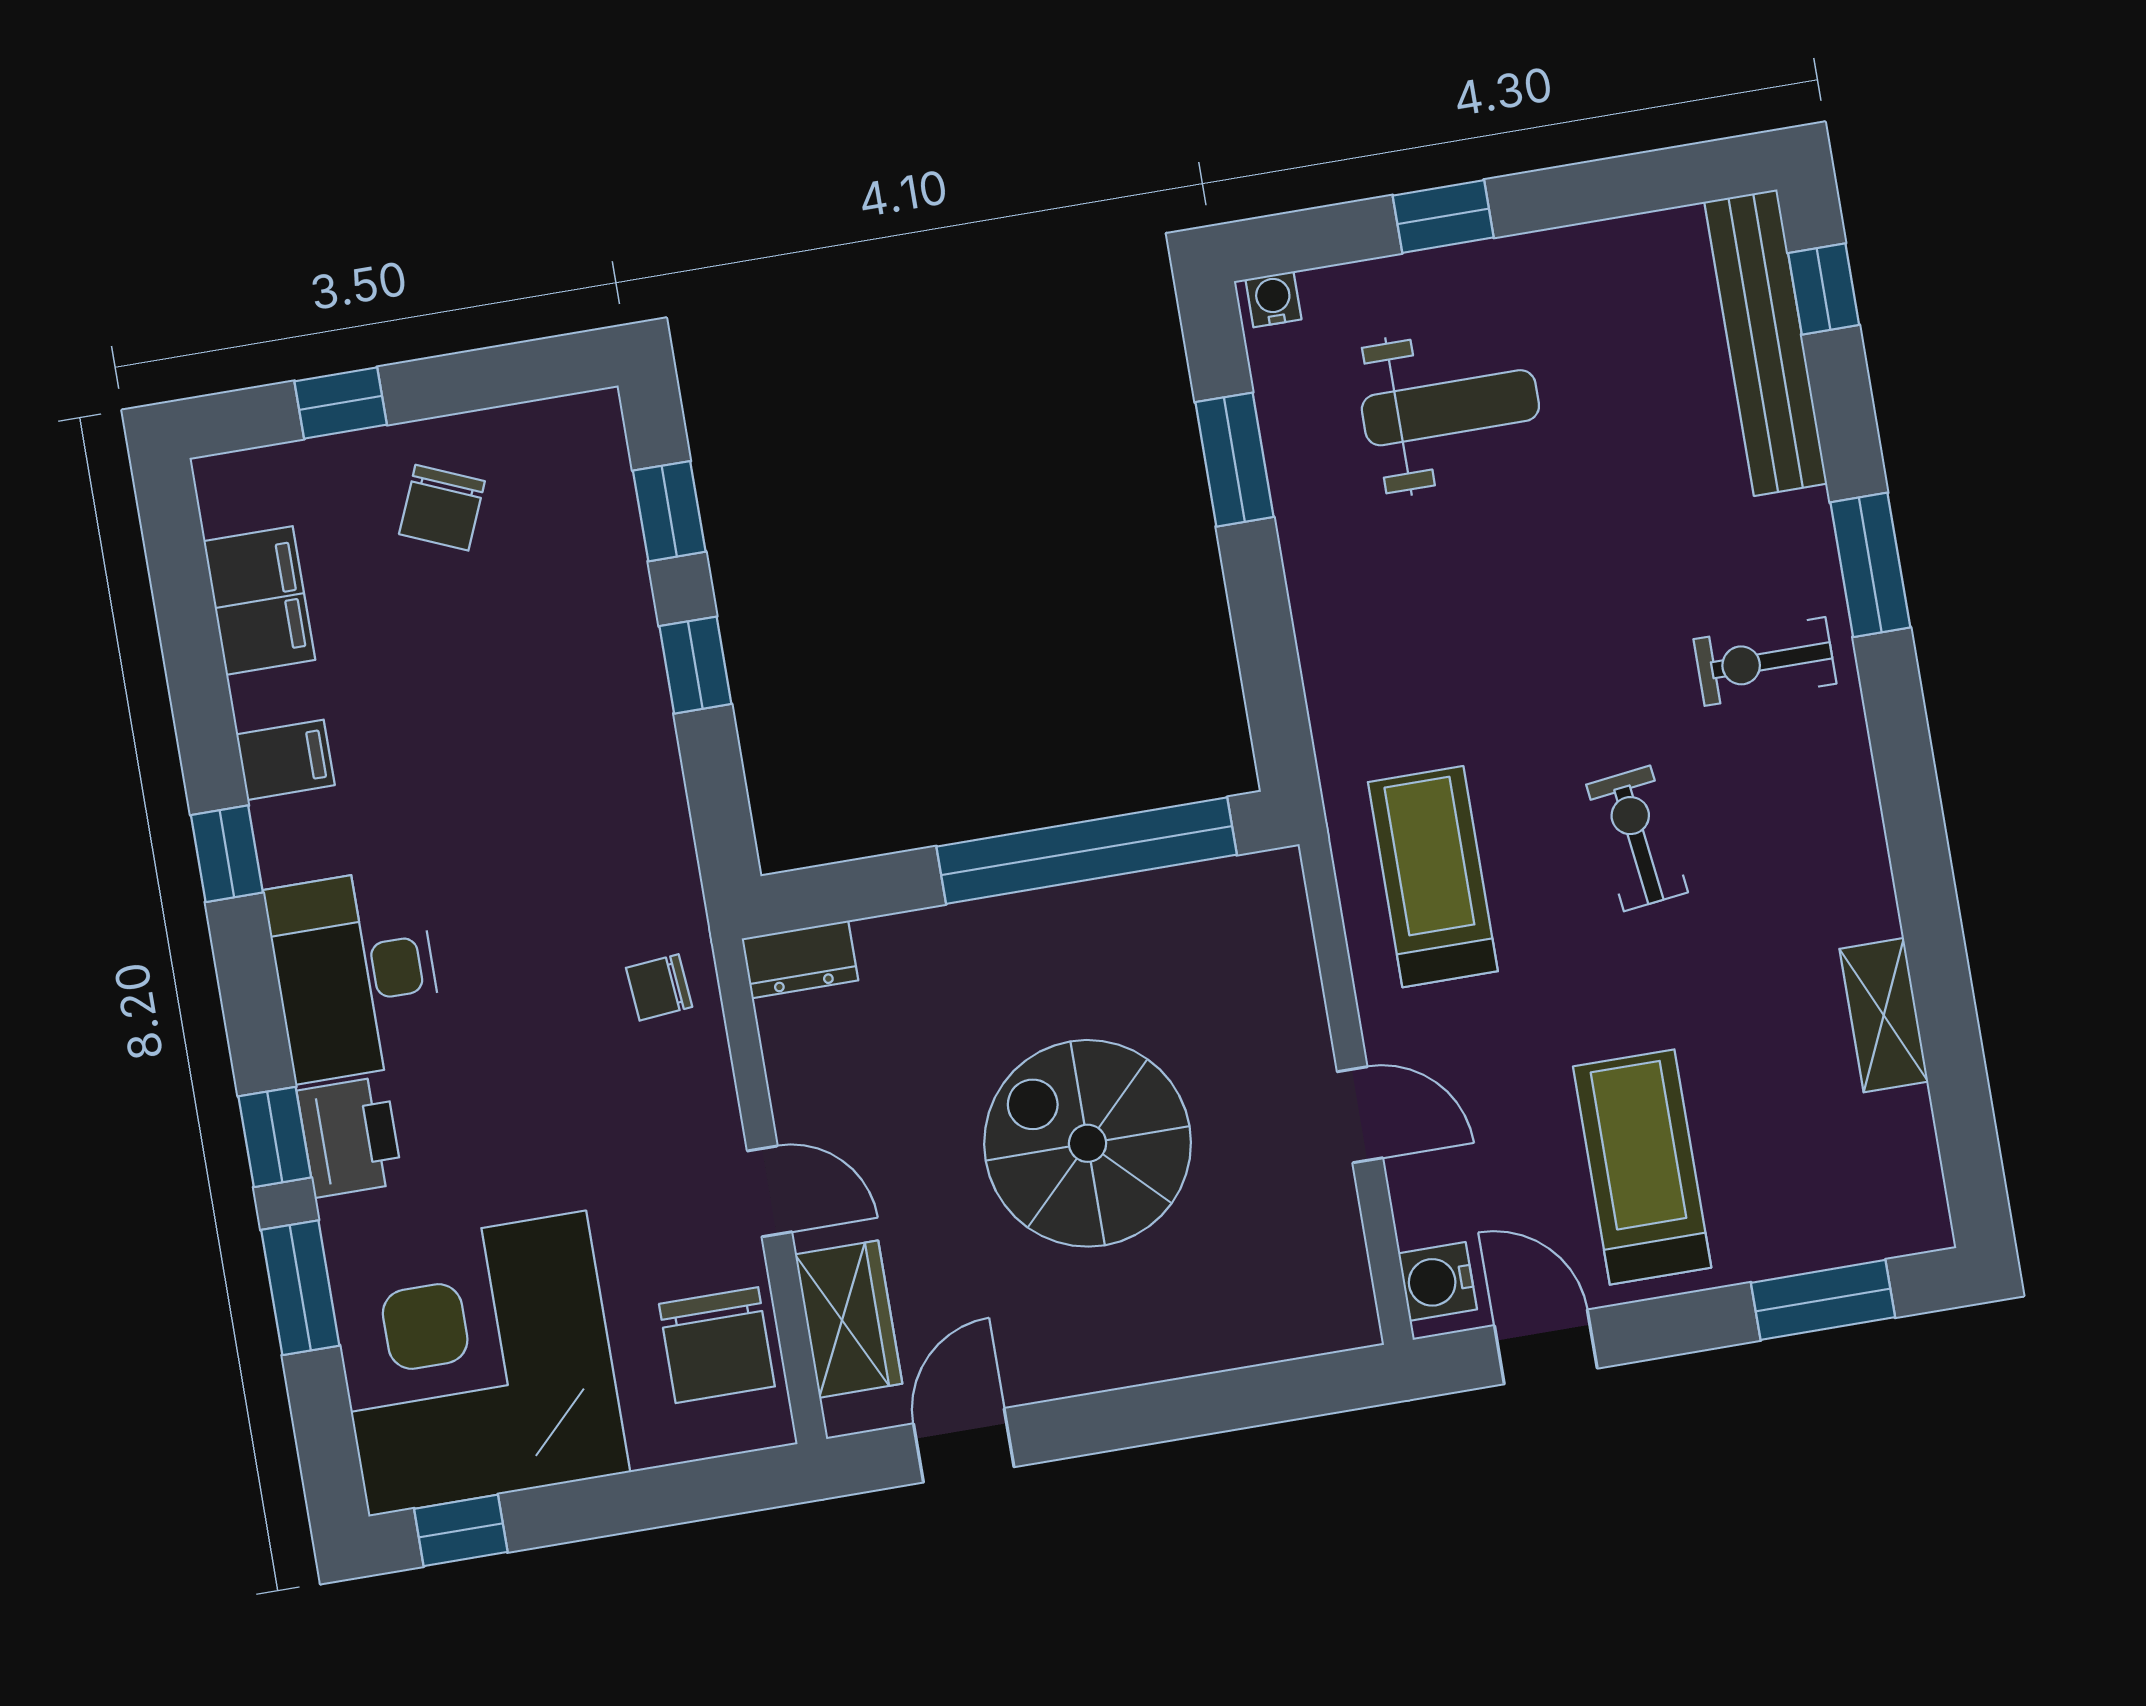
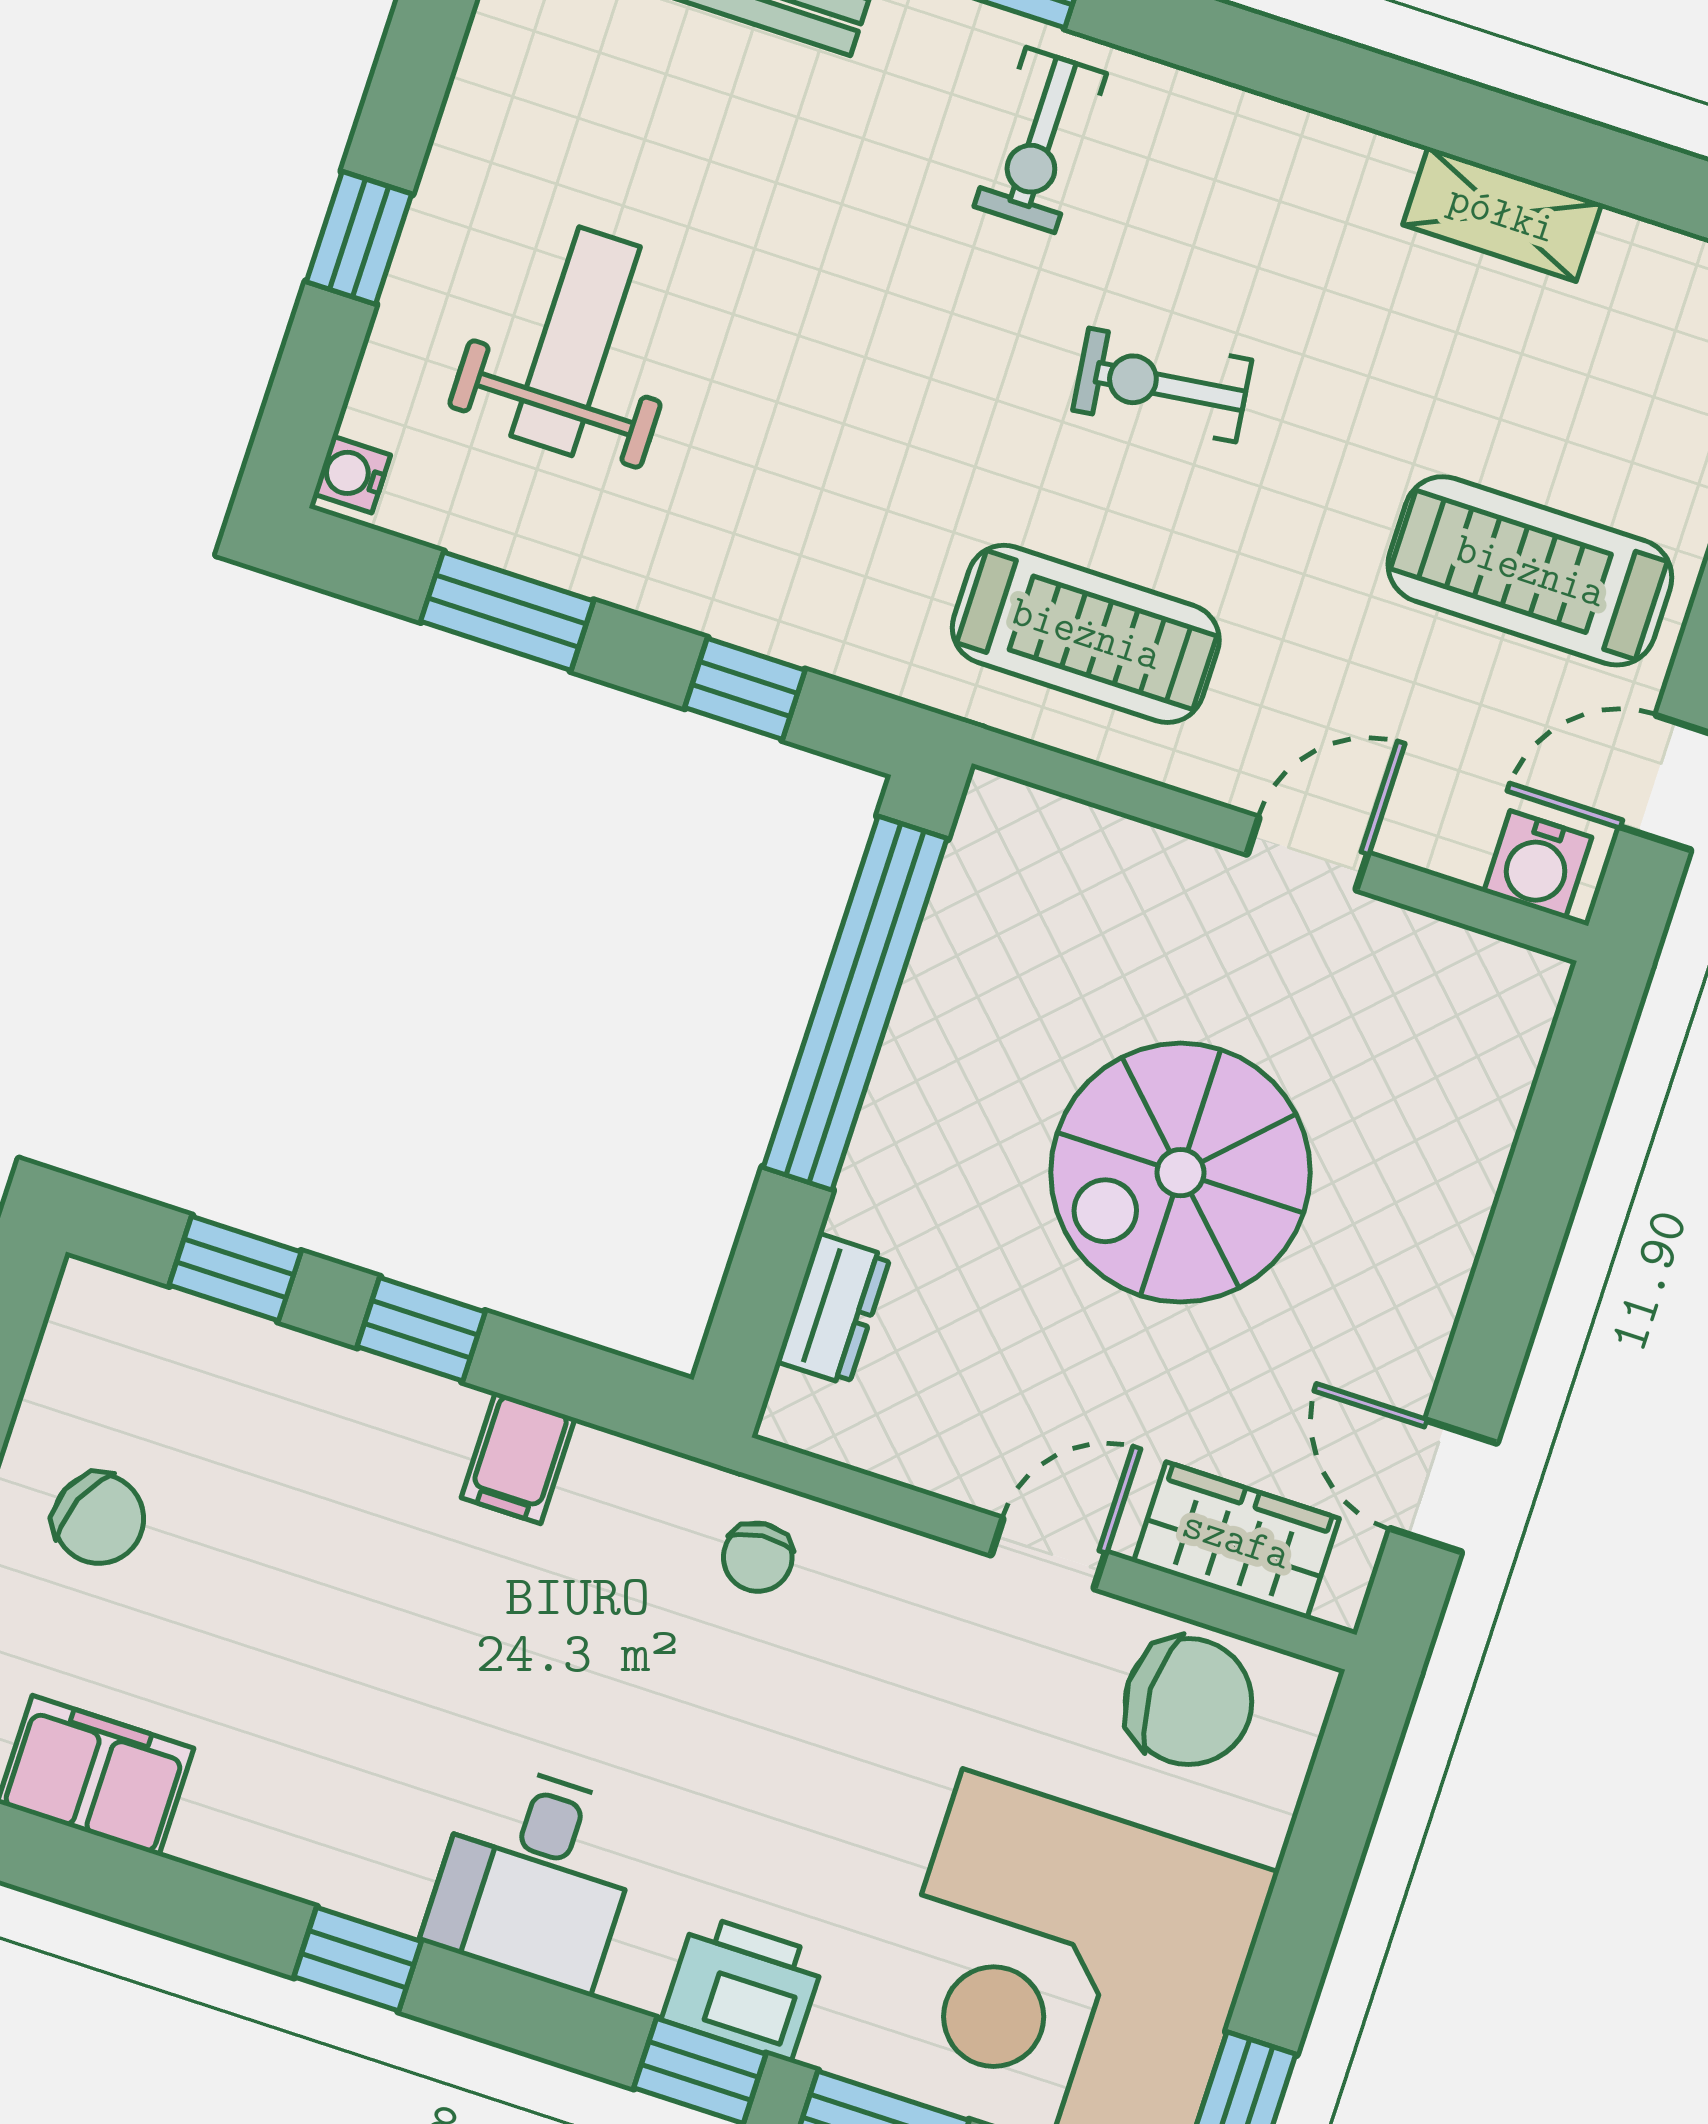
window: (1268, 656) -> (745, 689), added
filing cabinet: (285, 760) -> (518, 1458), moved, turned 180
treadmill: (1433, 877) -> (1086, 634), turned 180
dresser: (800, 959) -> (833, 1309), moved
desk: (355, 975) -> (535, 1876), width x0.73

